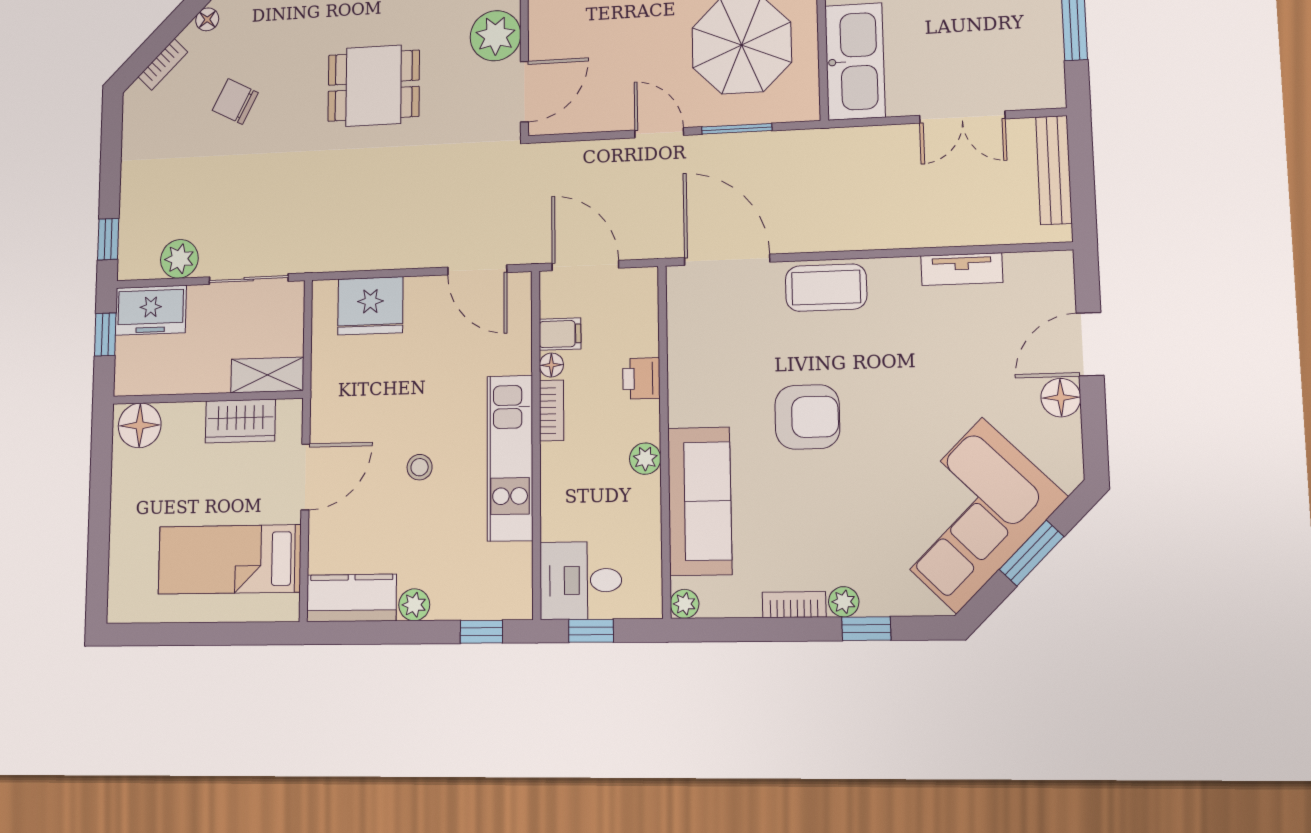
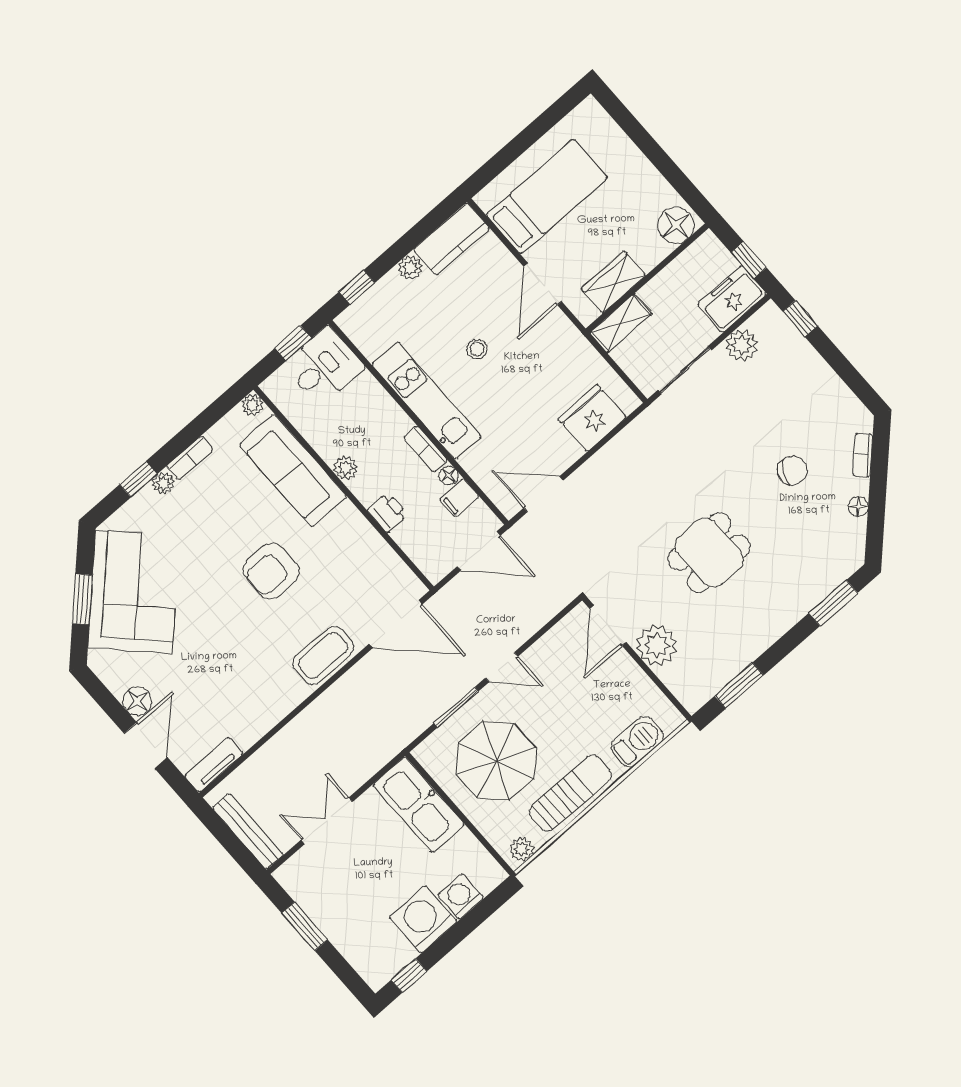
tv unit: (962, 269) -> (214, 765), moved

